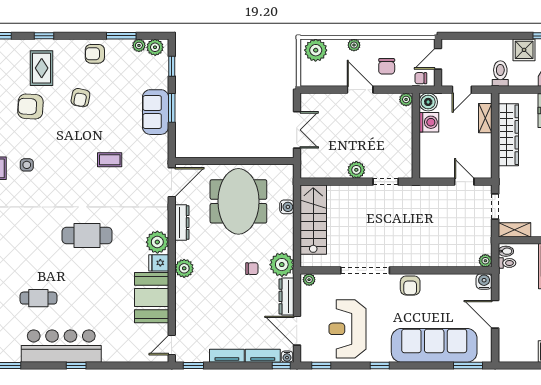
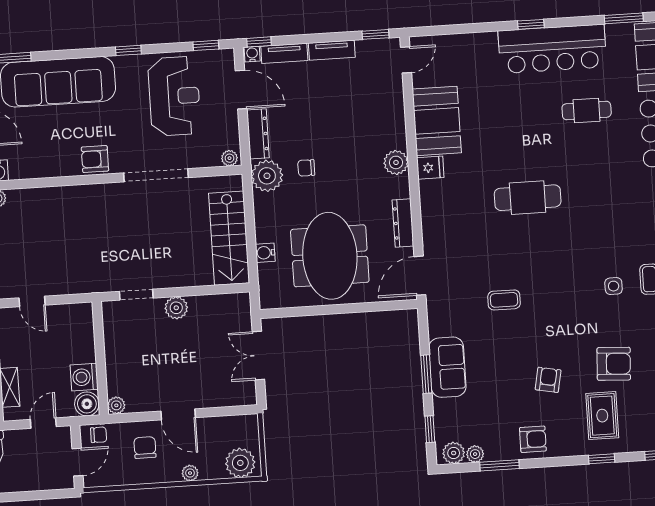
plant: (157, 242) -> (434, 195), removed
armchair: (410, 286) -> (95, 159), turned -90

